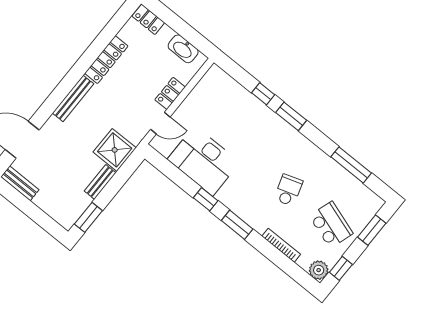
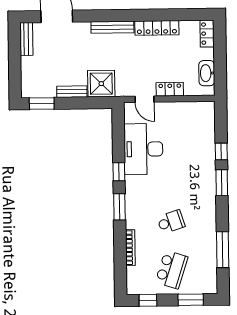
plant: (319, 270) -> (134, 286), removed

